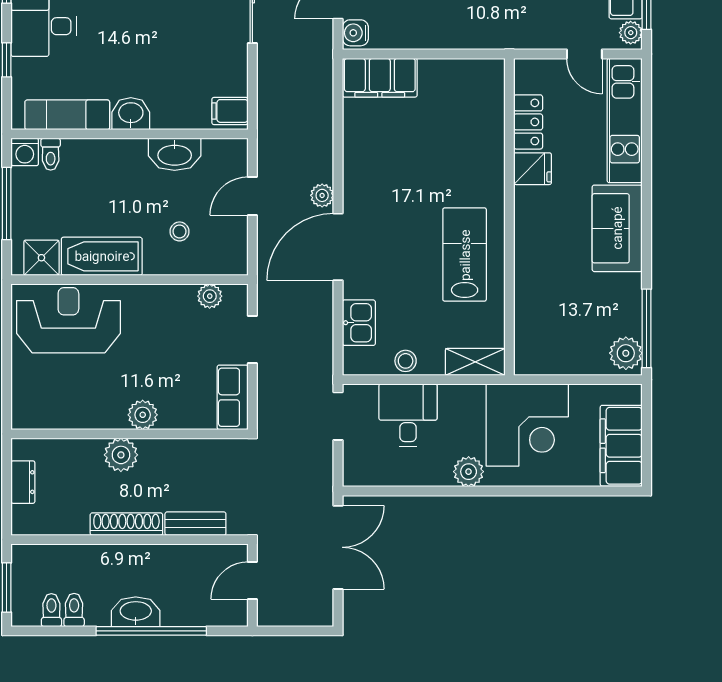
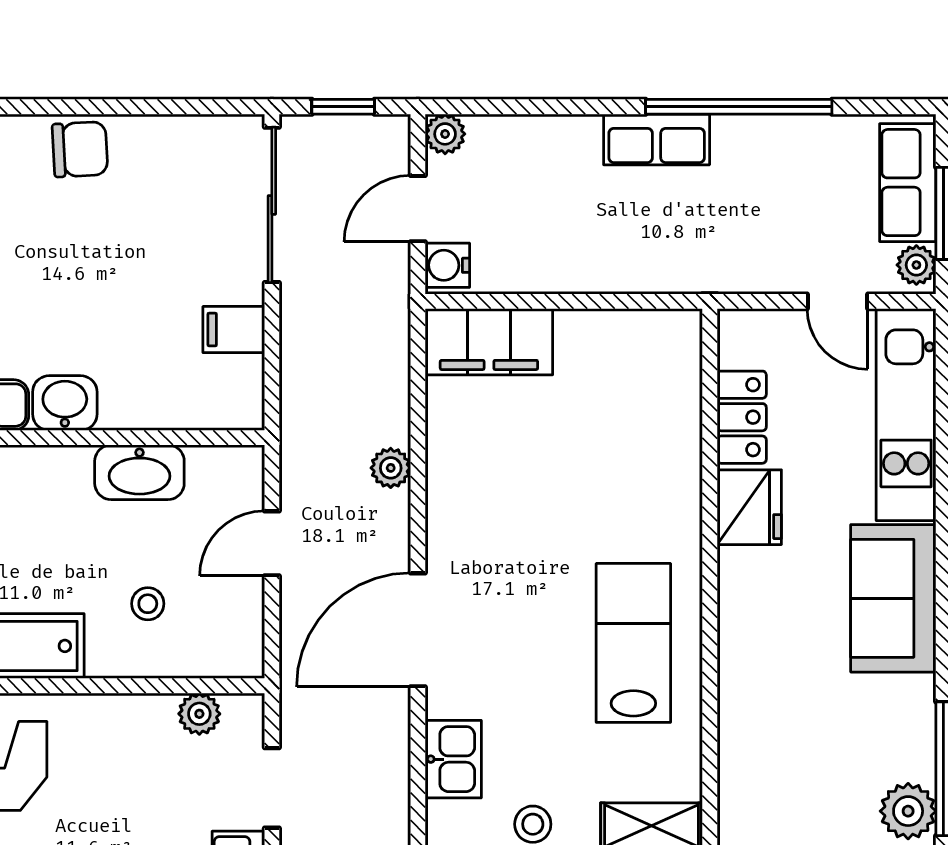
filing cabinet: (230, 111) -> (234, 330), moved
fridge: (533, 169) -> (749, 507), width x1.38
plant: (322, 195) -> (391, 468), moved

